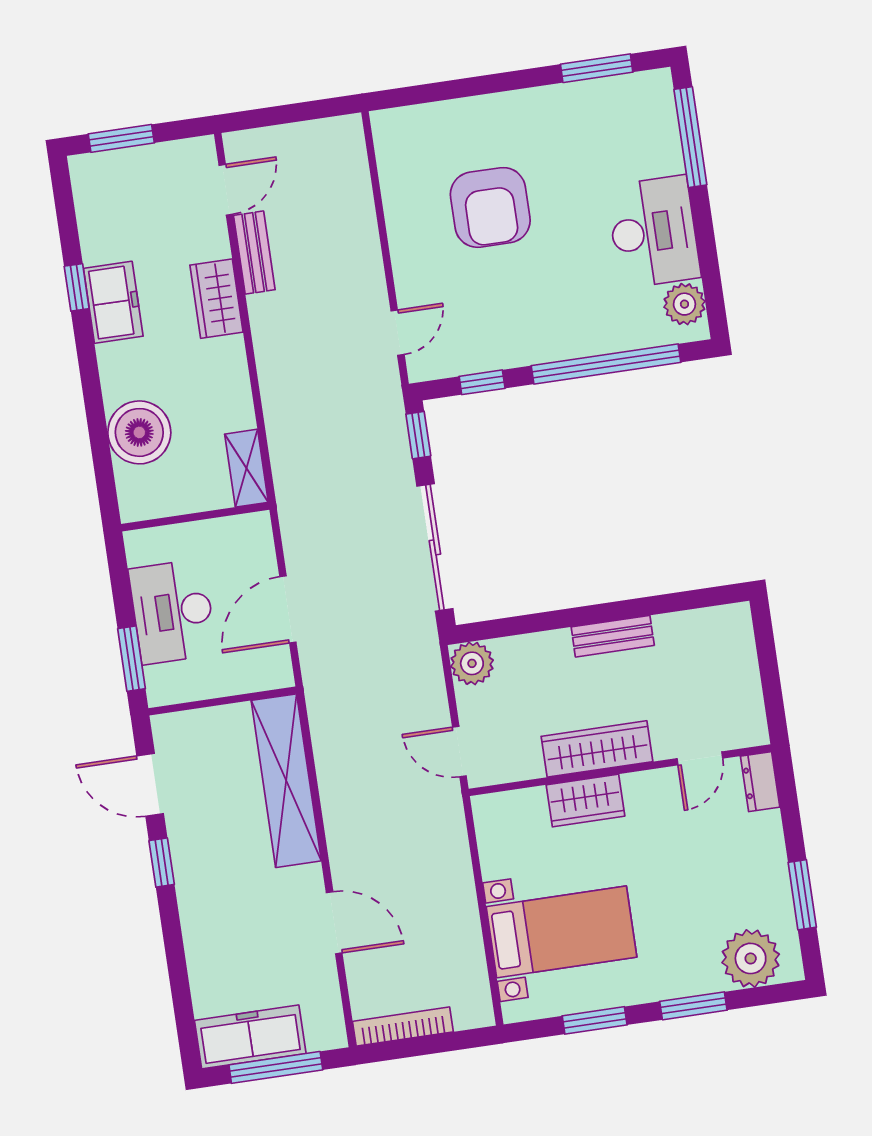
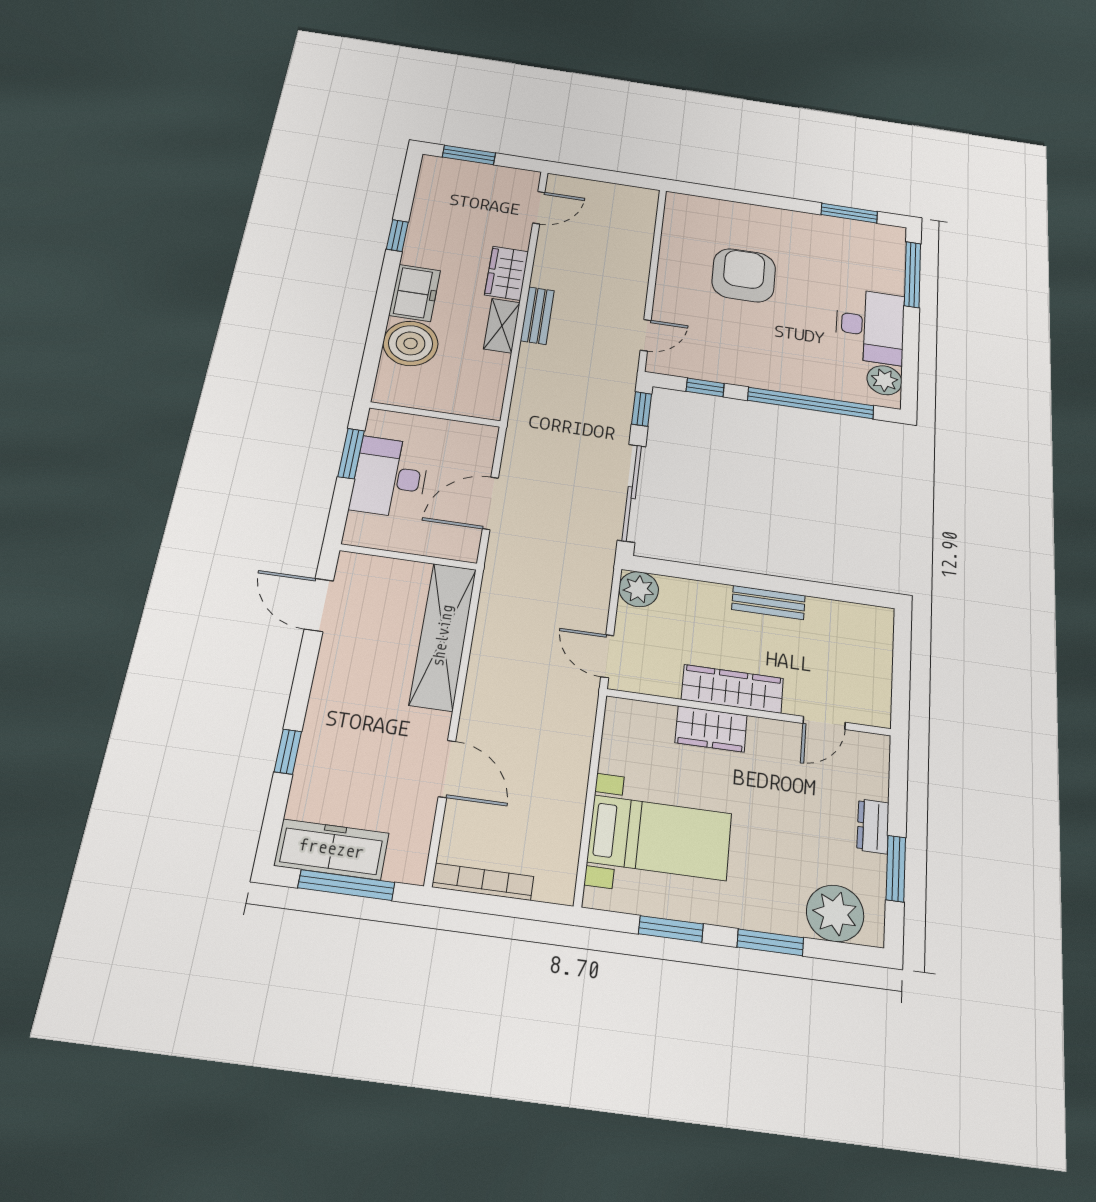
armchair: (490, 207) -> (744, 275), turned 180
bench: (254, 253) -> (537, 316), moved
freezer: (113, 302) -> (415, 293), moved
shelving: (246, 468) -> (502, 326), moved
window: (132, 659) -> (351, 454), moved
dresser: (760, 782) -> (873, 826), moved
window: (162, 863) -> (288, 752), moved

